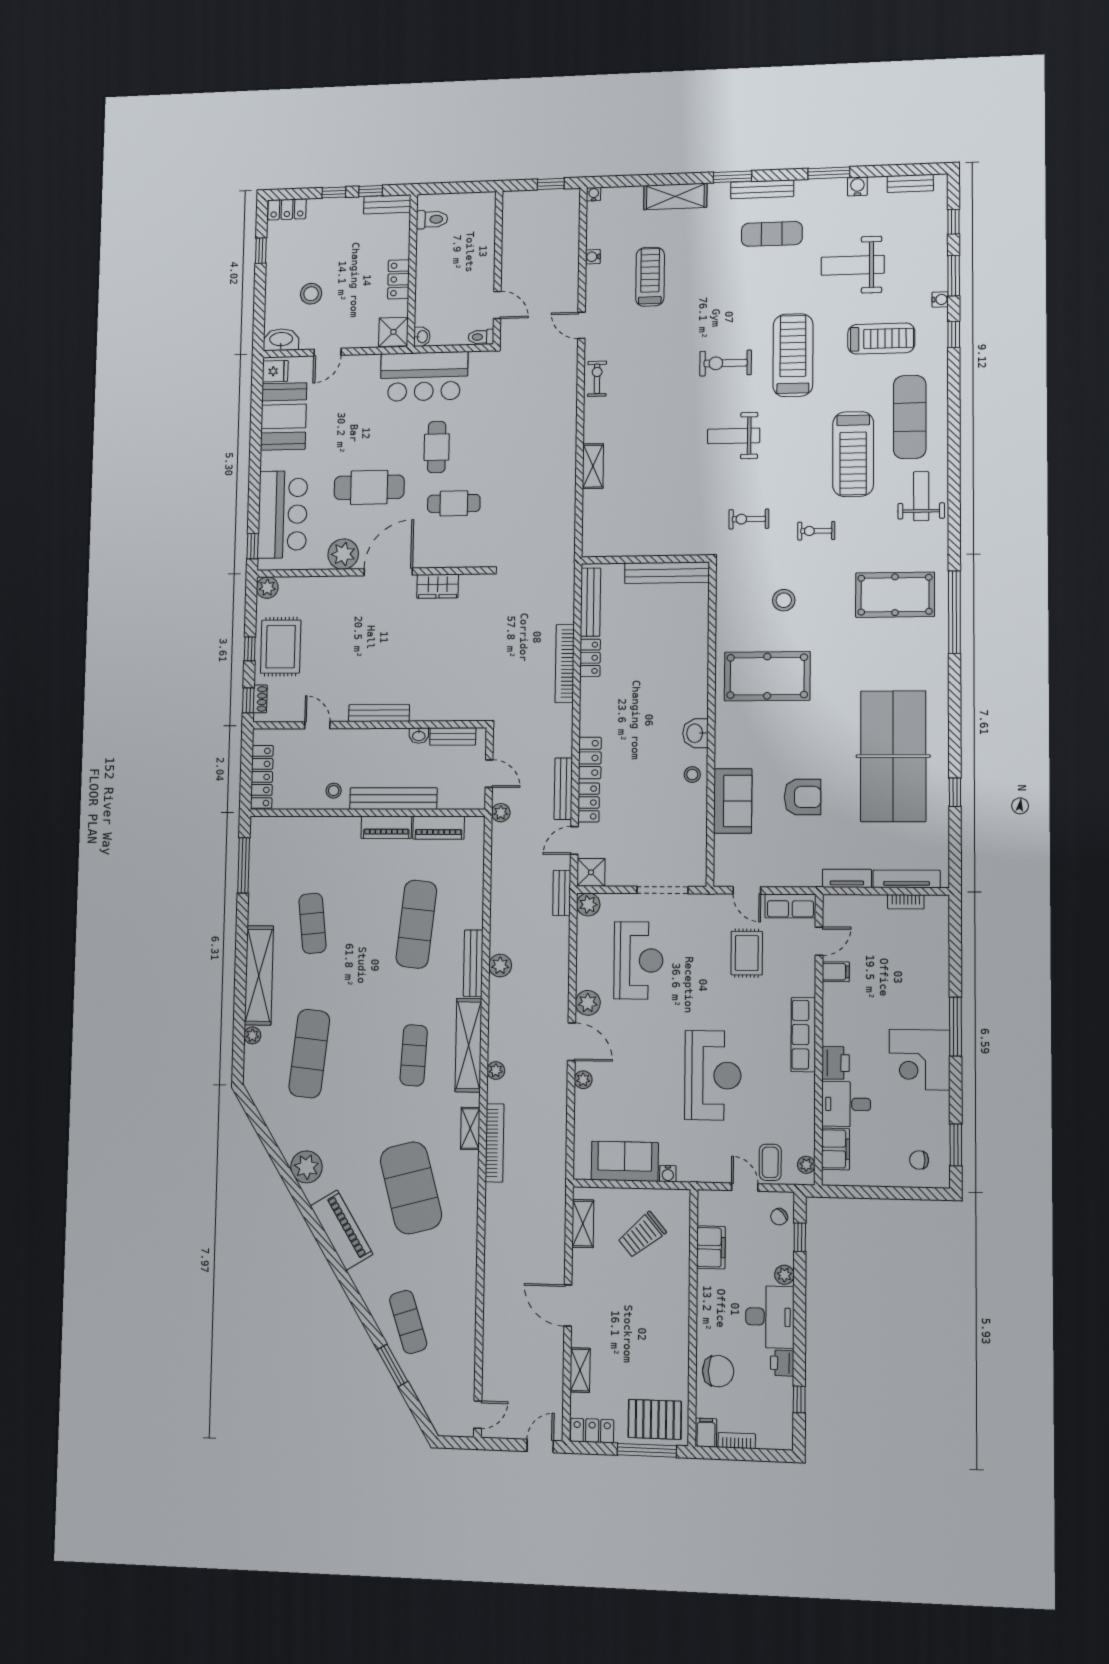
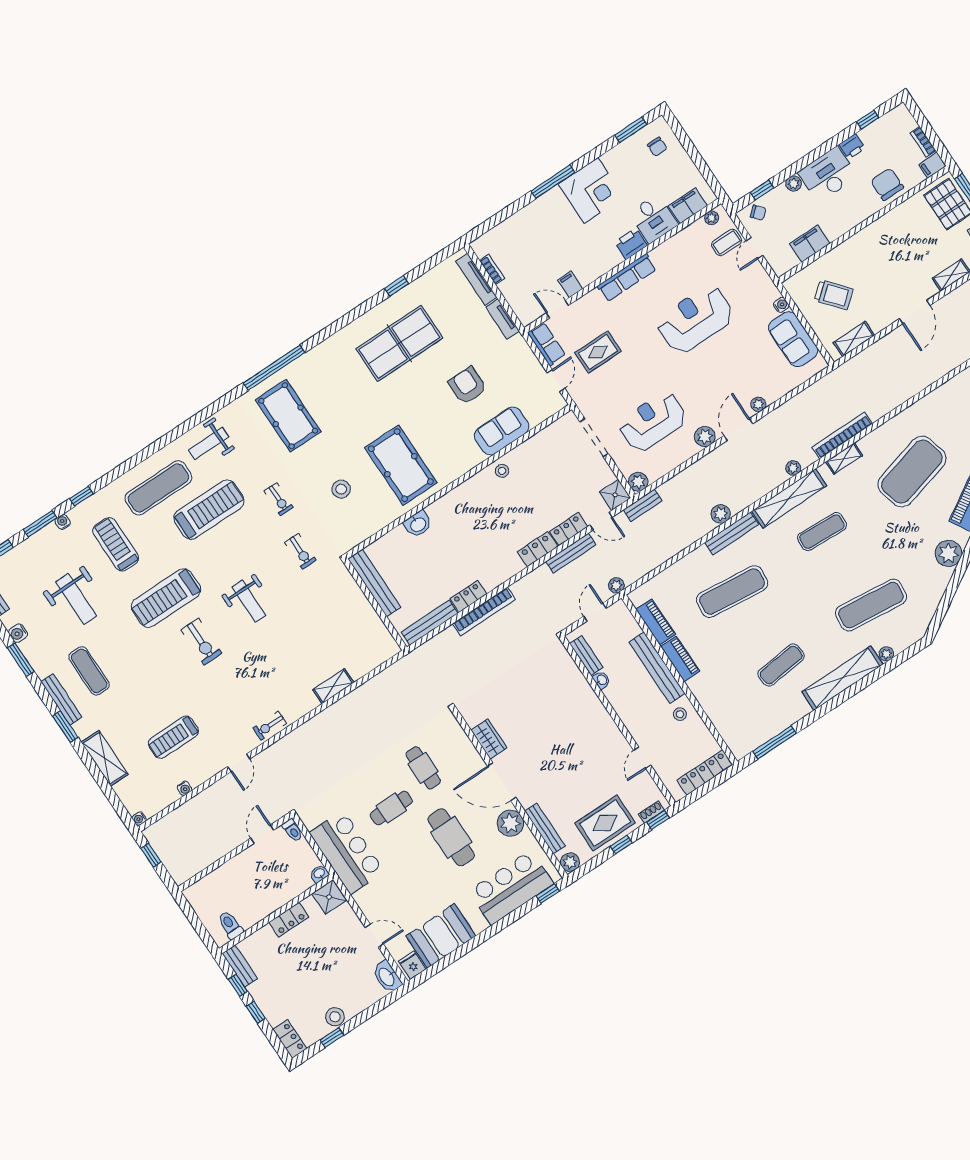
stool: (311, 294) -> (335, 1017), moved
bench: (379, 713) -> (545, 829), moved
washbasin: (695, 733) -> (418, 524), moved
table tennis table: (893, 756) -> (399, 343), width x0.73, depth x0.76

